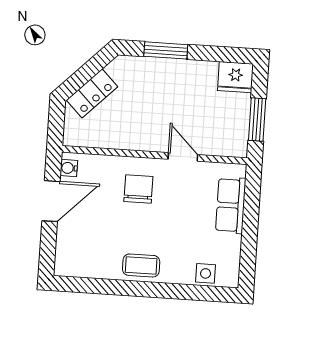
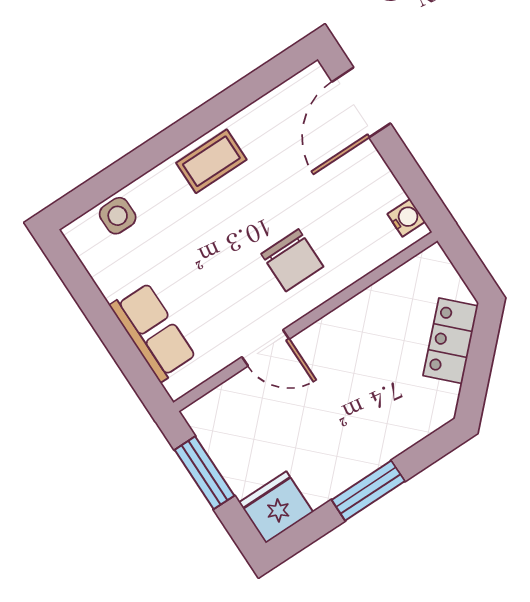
window: (166, 50) -> (368, 491), moved
door: (51, 201) -> (361, 102), moved

